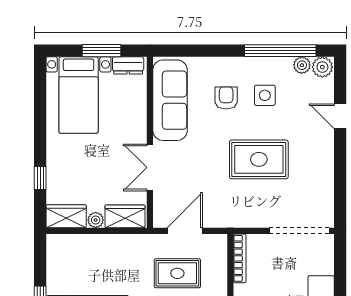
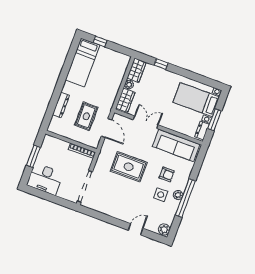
window: (280, 51) -> (185, 198), moved
plant: (302, 65) -> (178, 195), moved
rug: (259, 159) -> (129, 167), moved, turned 90

